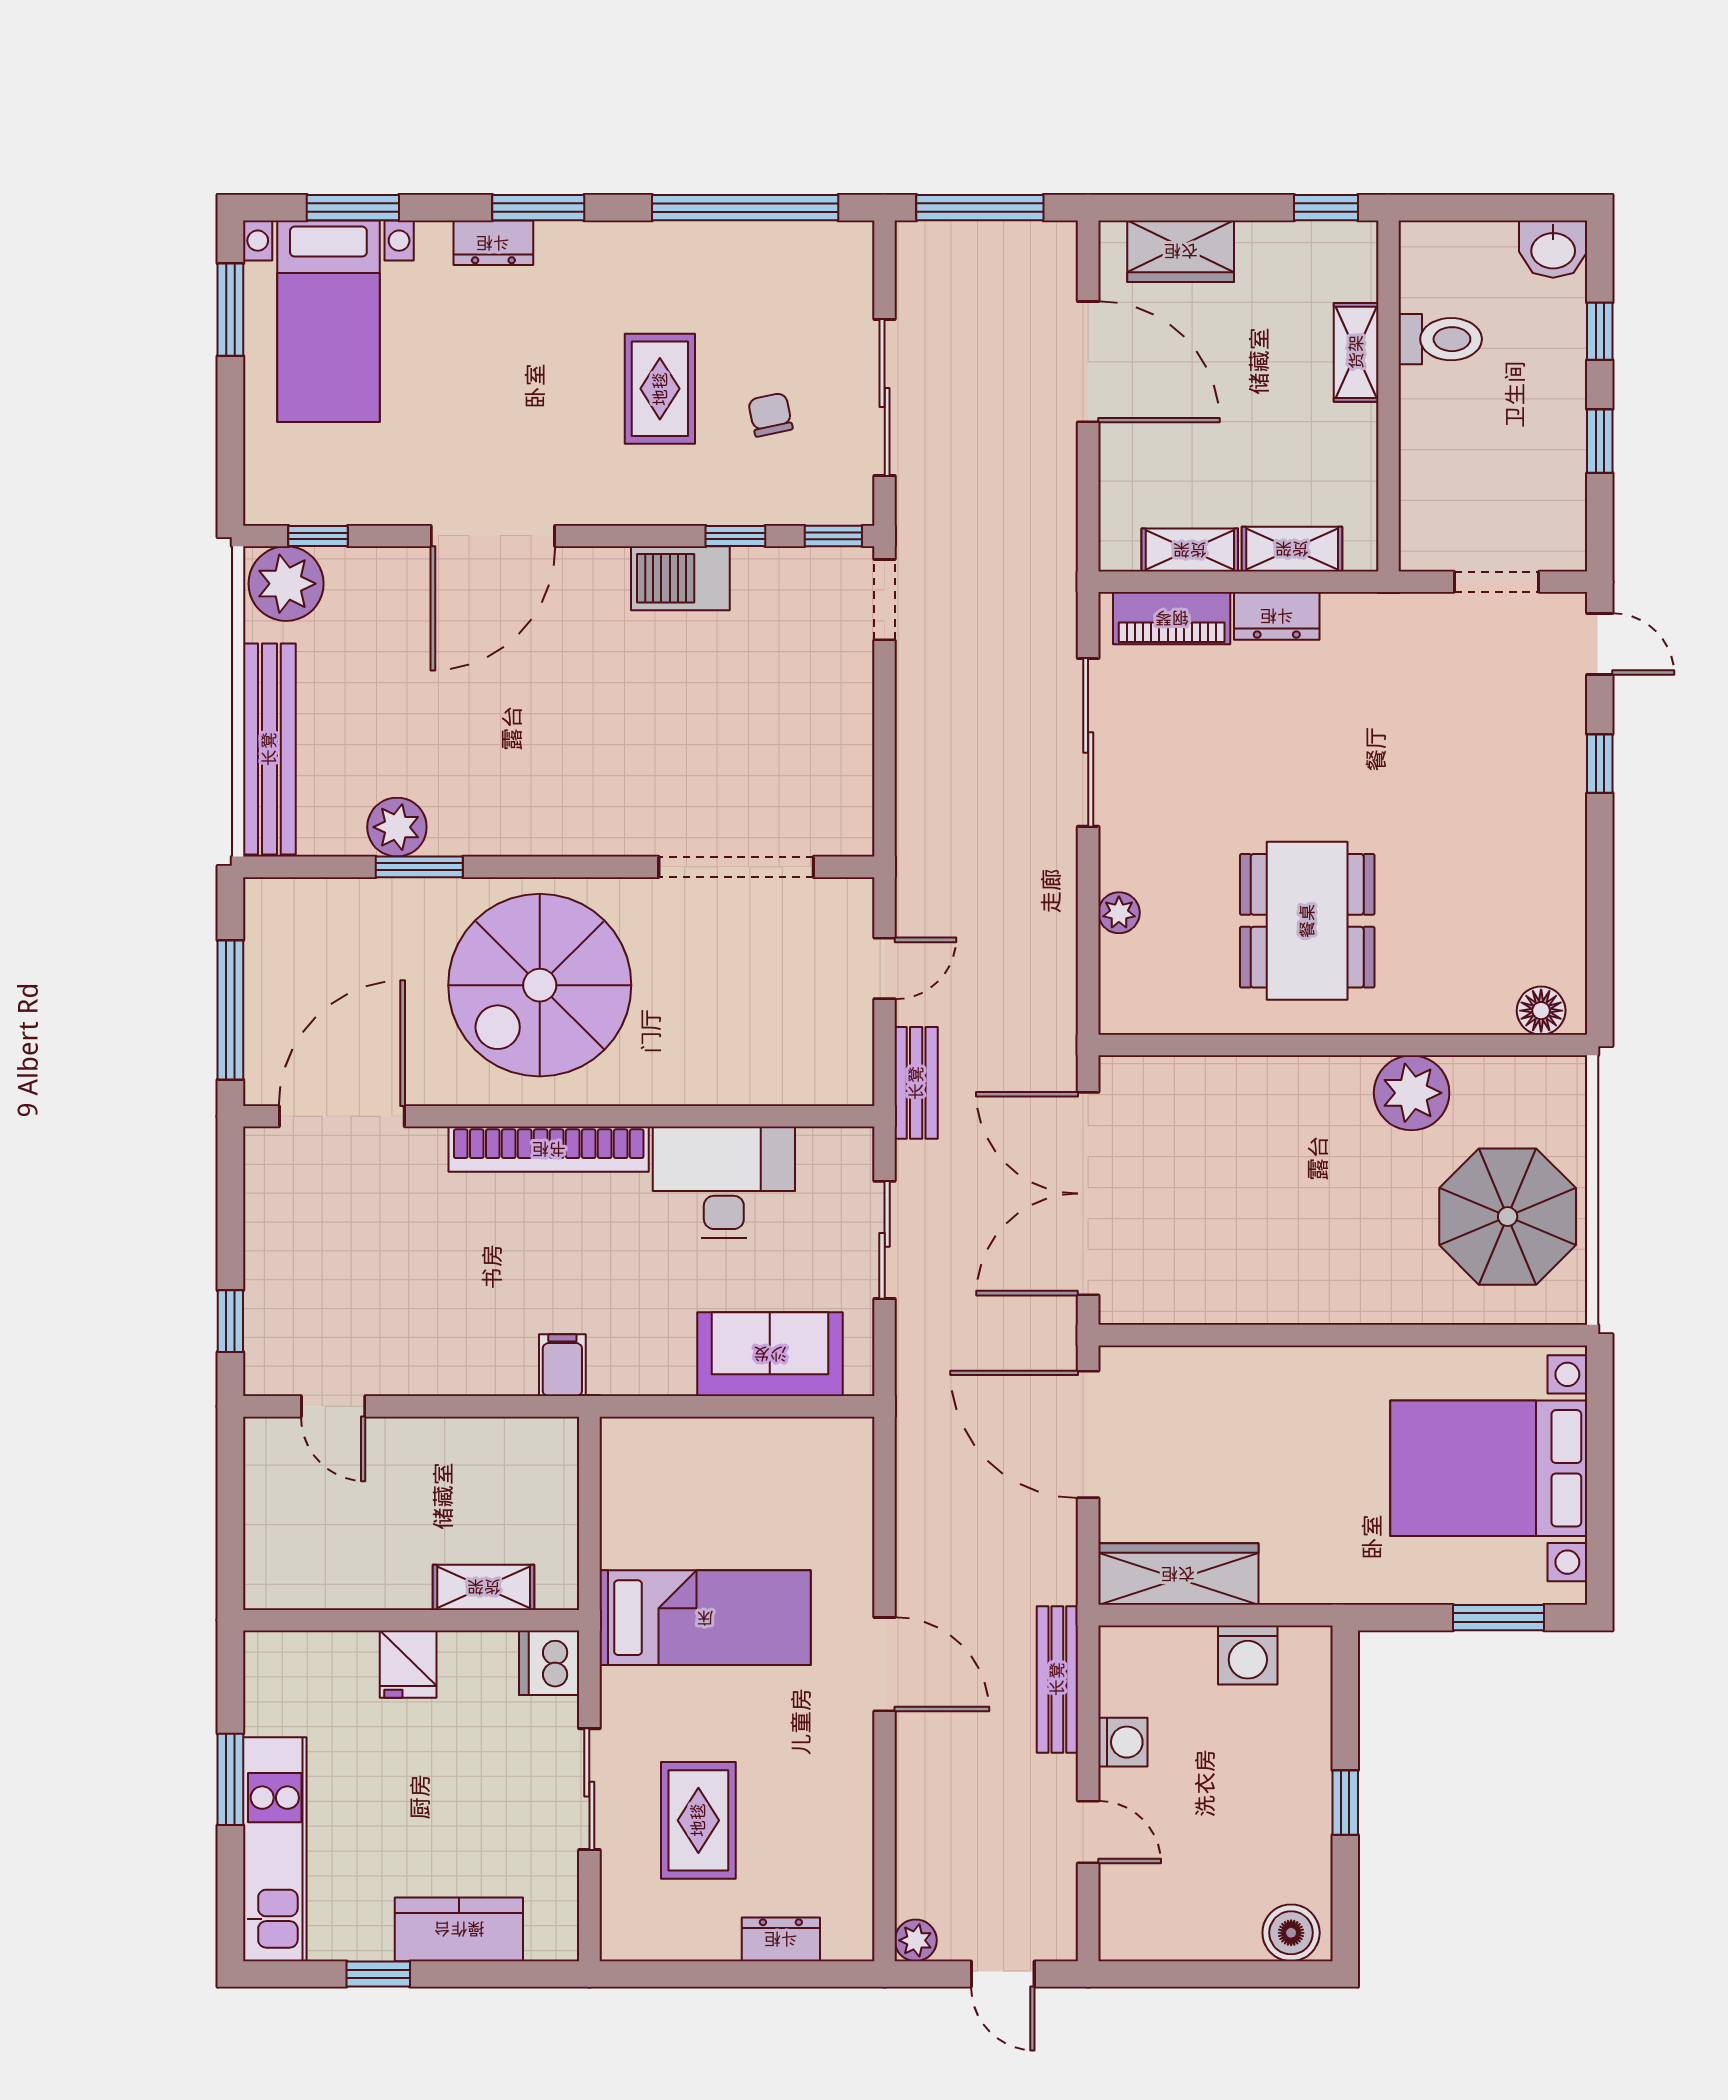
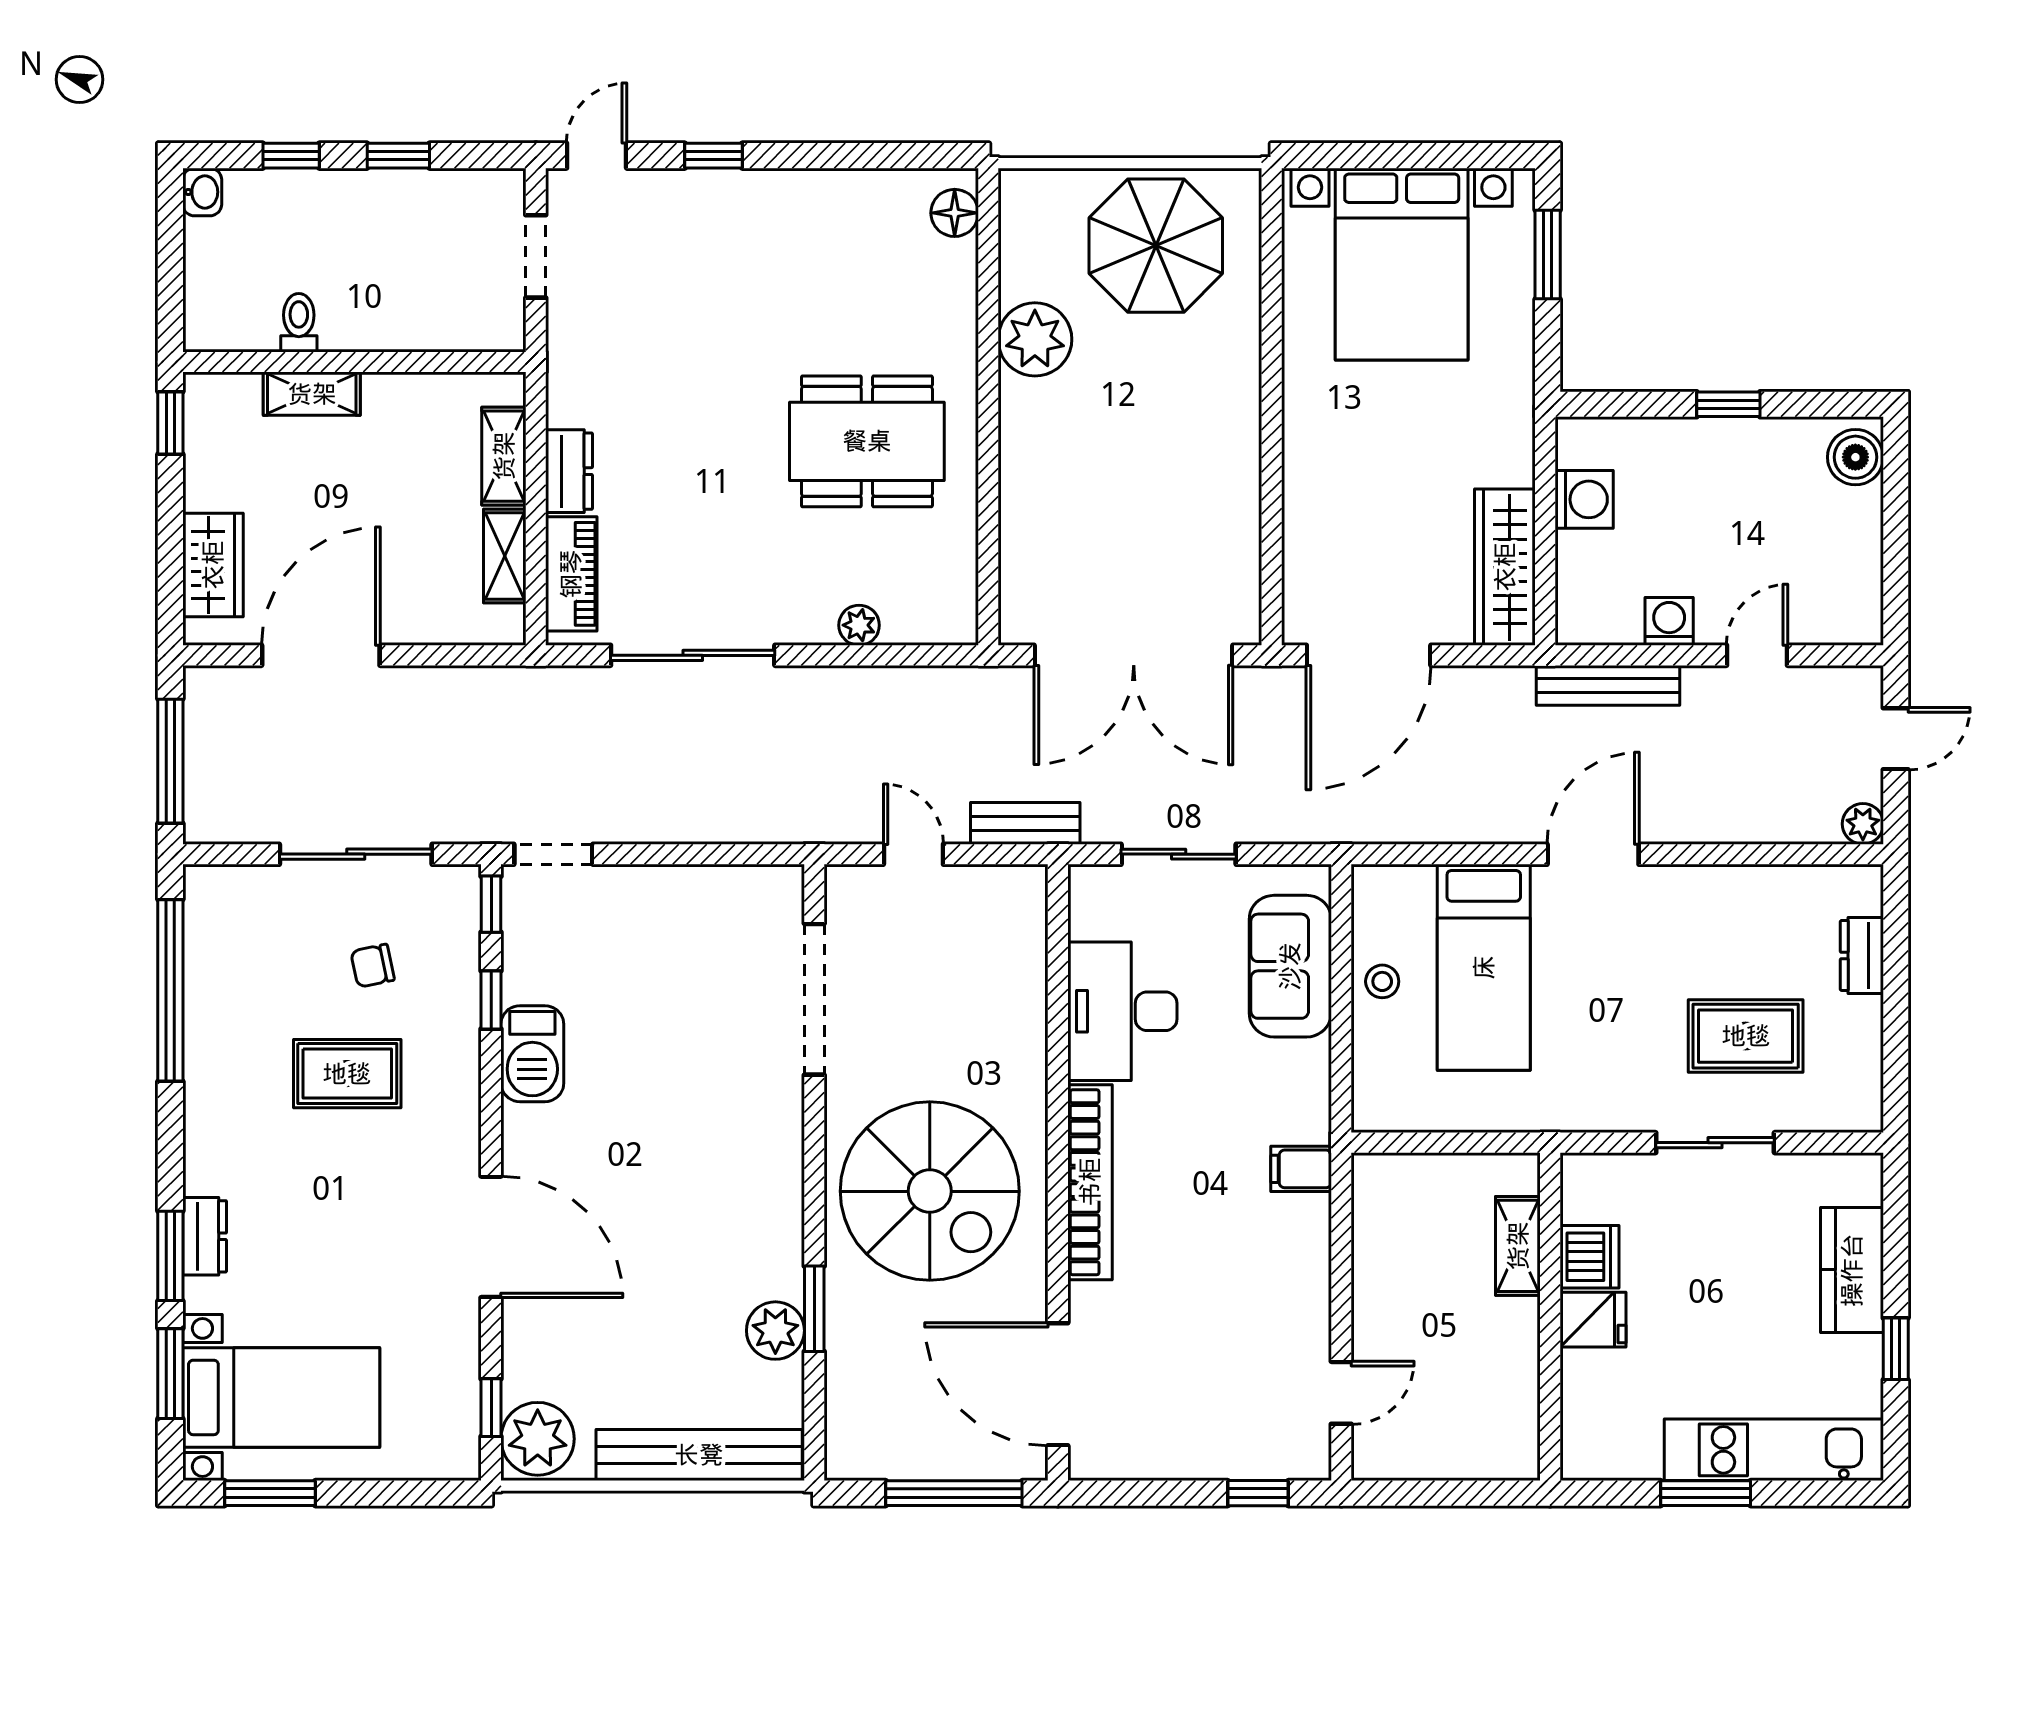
window: (538, 208) -> (170, 1256), moved
washbasin: (1553, 249) -> (202, 192), width x0.72, depth x0.69
toilet: (1440, 339) -> (299, 323), width x0.73, depth x0.72
stool: (754, 1448) -> (1382, 981), added
bed: (705, 1618) -> (1484, 967), moved, turned 180
dishwasher: (549, 1663) -> (1589, 1257), moved, turned -90

